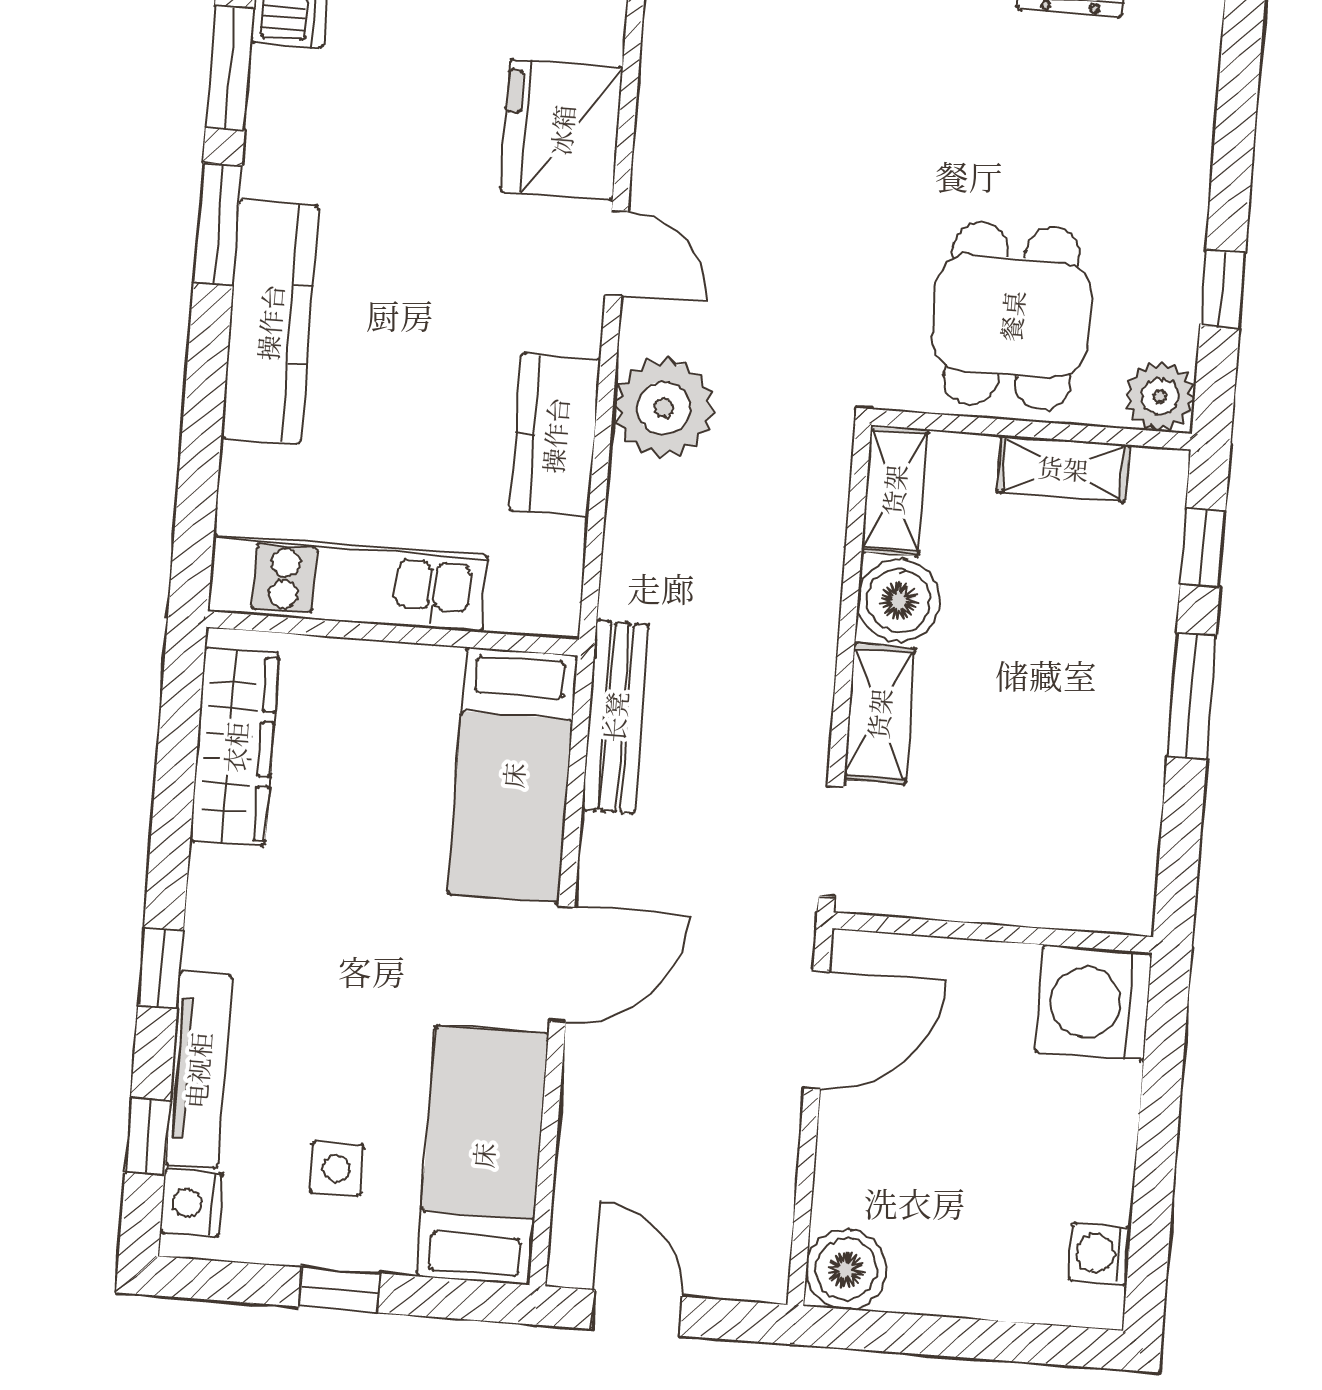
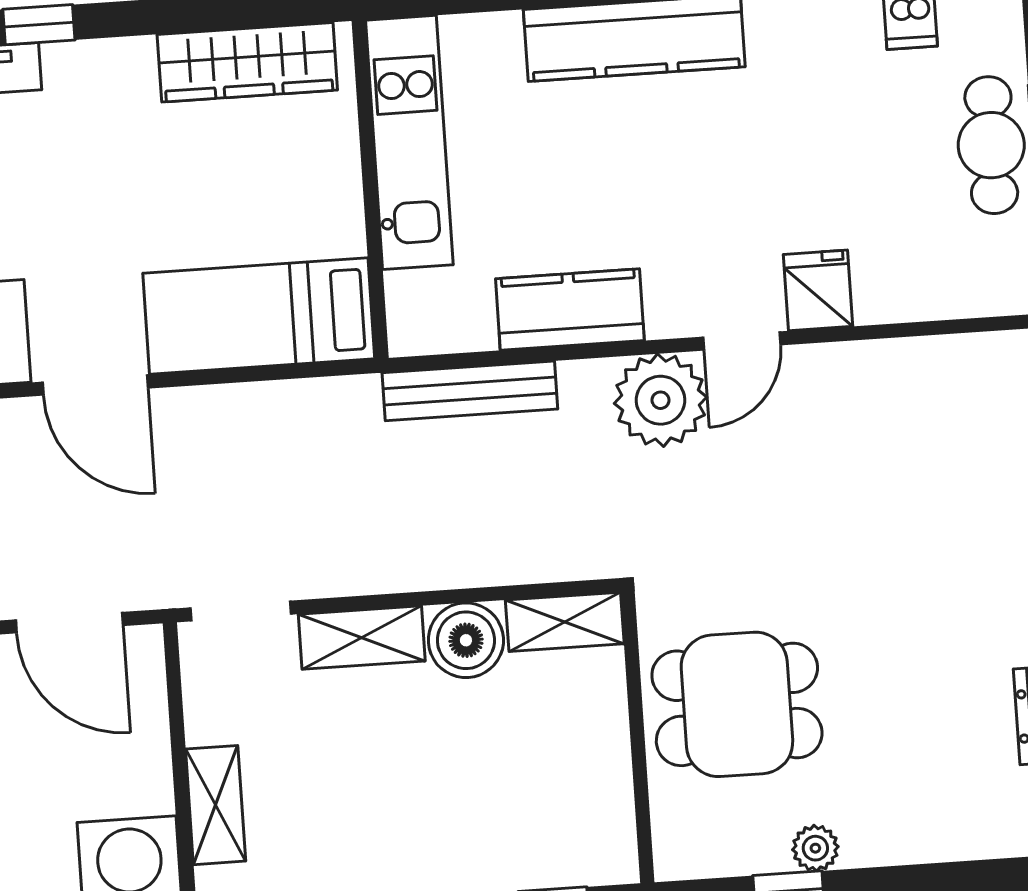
fridge: (562, 130) -> (818, 290), width x0.53, depth x0.75
plant: (1160, 396) -> (815, 848), moved, width x0.73, depth x0.73
plant: (664, 408) -> (661, 400), moved
shelving: (1063, 468) -> (216, 805), moved
bench: (615, 717) -> (470, 391), moved

